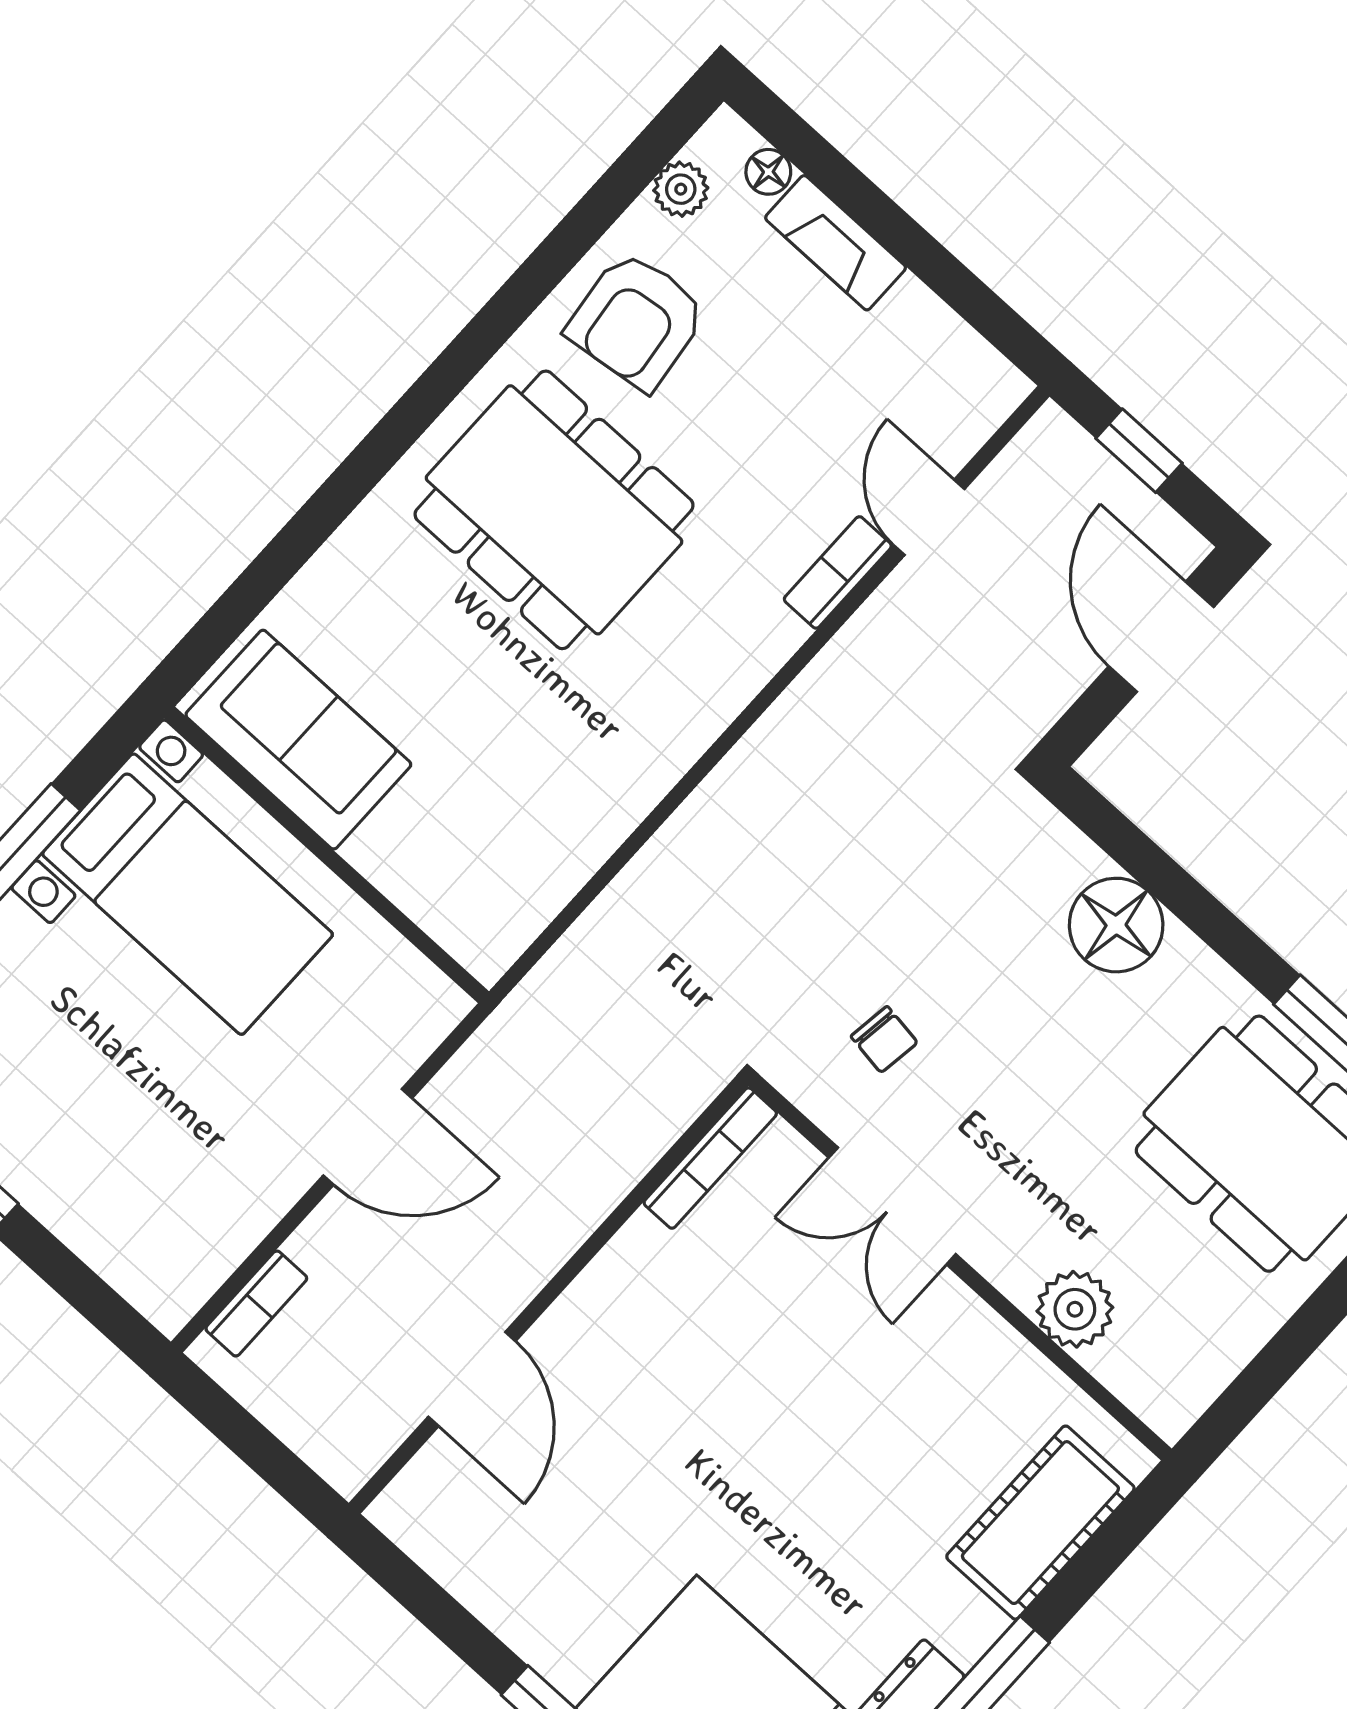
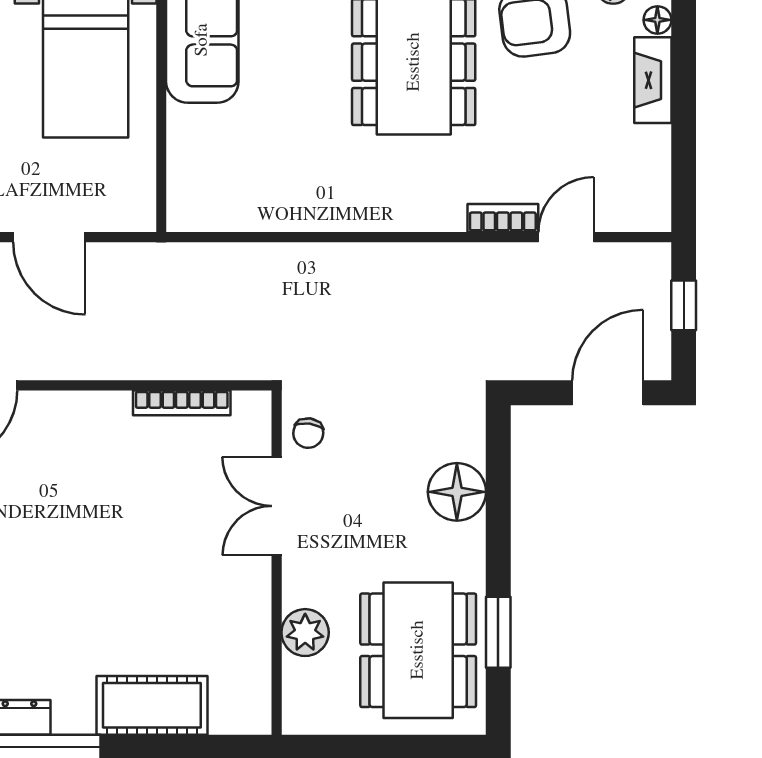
double door: (892, 1206) -> (277, 506), moved
wall: (960, 1267) -> (277, 563), moved
plant: (1075, 1309) -> (305, 633), moved

